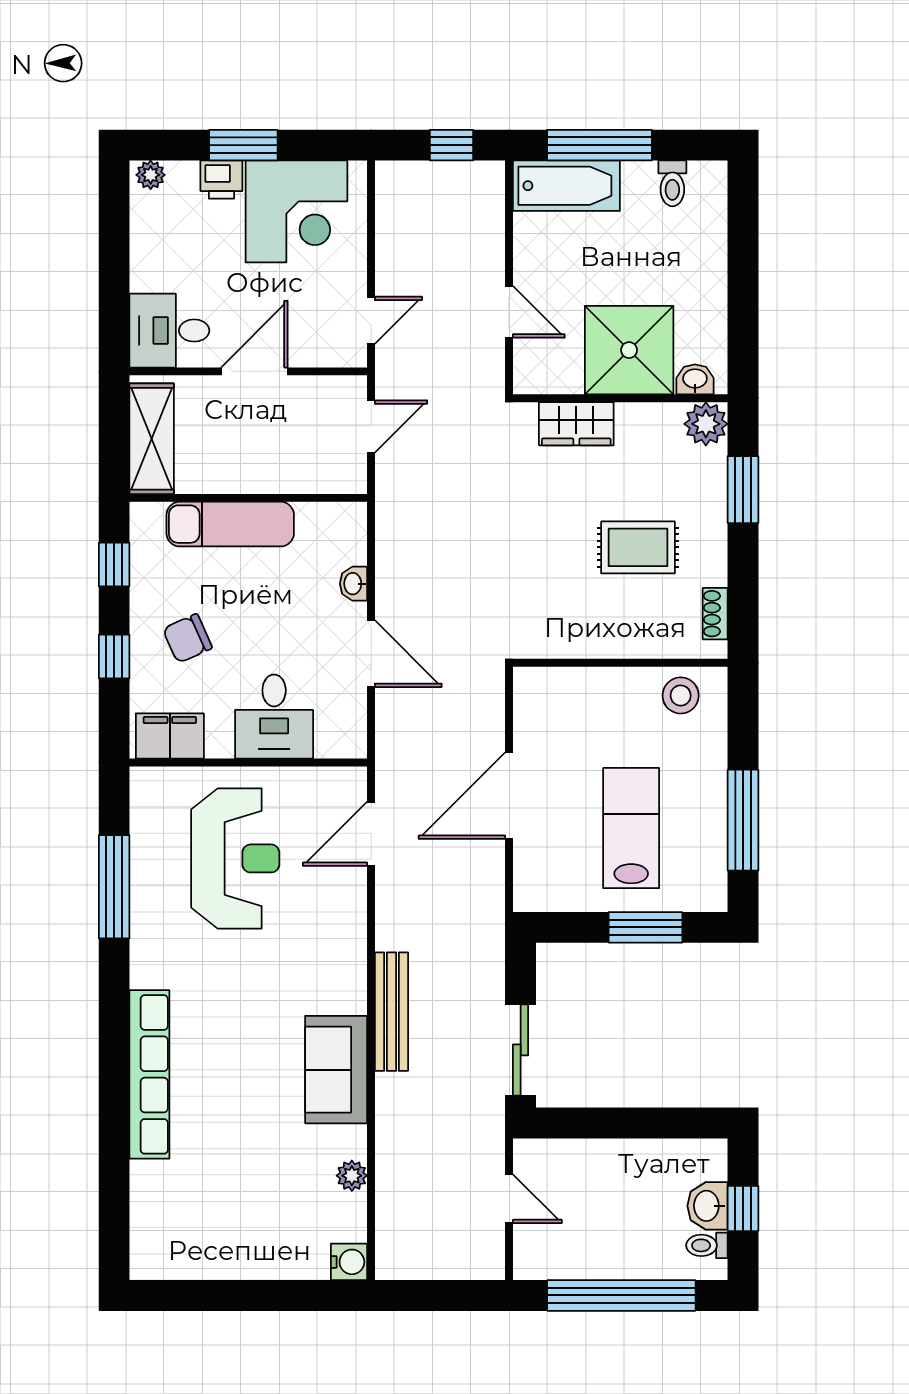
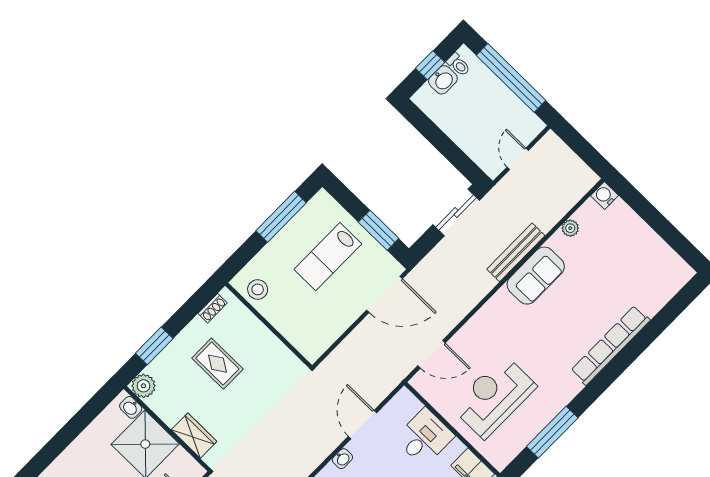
door: (509, 796) -> (384, 294), moved
window: (645, 927) -> (379, 230), moved
bench: (391, 1012) -> (516, 252), moved

